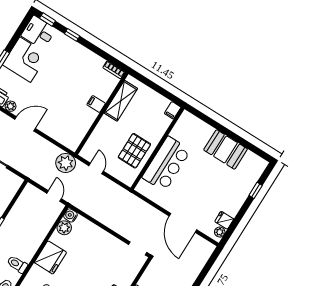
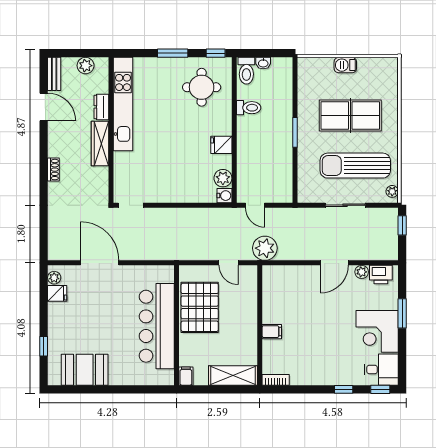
shelving: (121, 101) -> (233, 375), moved, turned 90
booth: (226, 149) -> (85, 370), moved
pallet: (134, 151) -> (200, 307), width x1.37, depth x1.41
bar counter: (166, 164) -> (157, 326), width x1.36
fridge: (50, 257) -> (221, 145), width x0.53, depth x0.75

